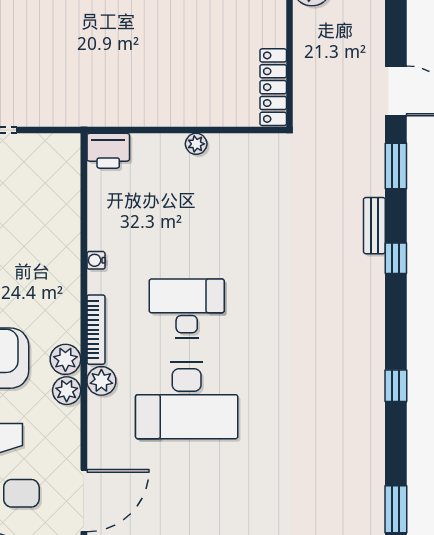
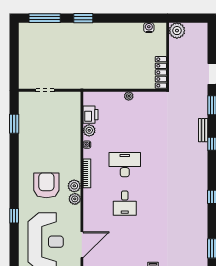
printer: (108, 151) -> (91, 115), moved, turned -90
plant: (101, 381) -> (89, 130), moved
desk: (187, 401) -> (125, 203), width x0.53, depth x0.77

